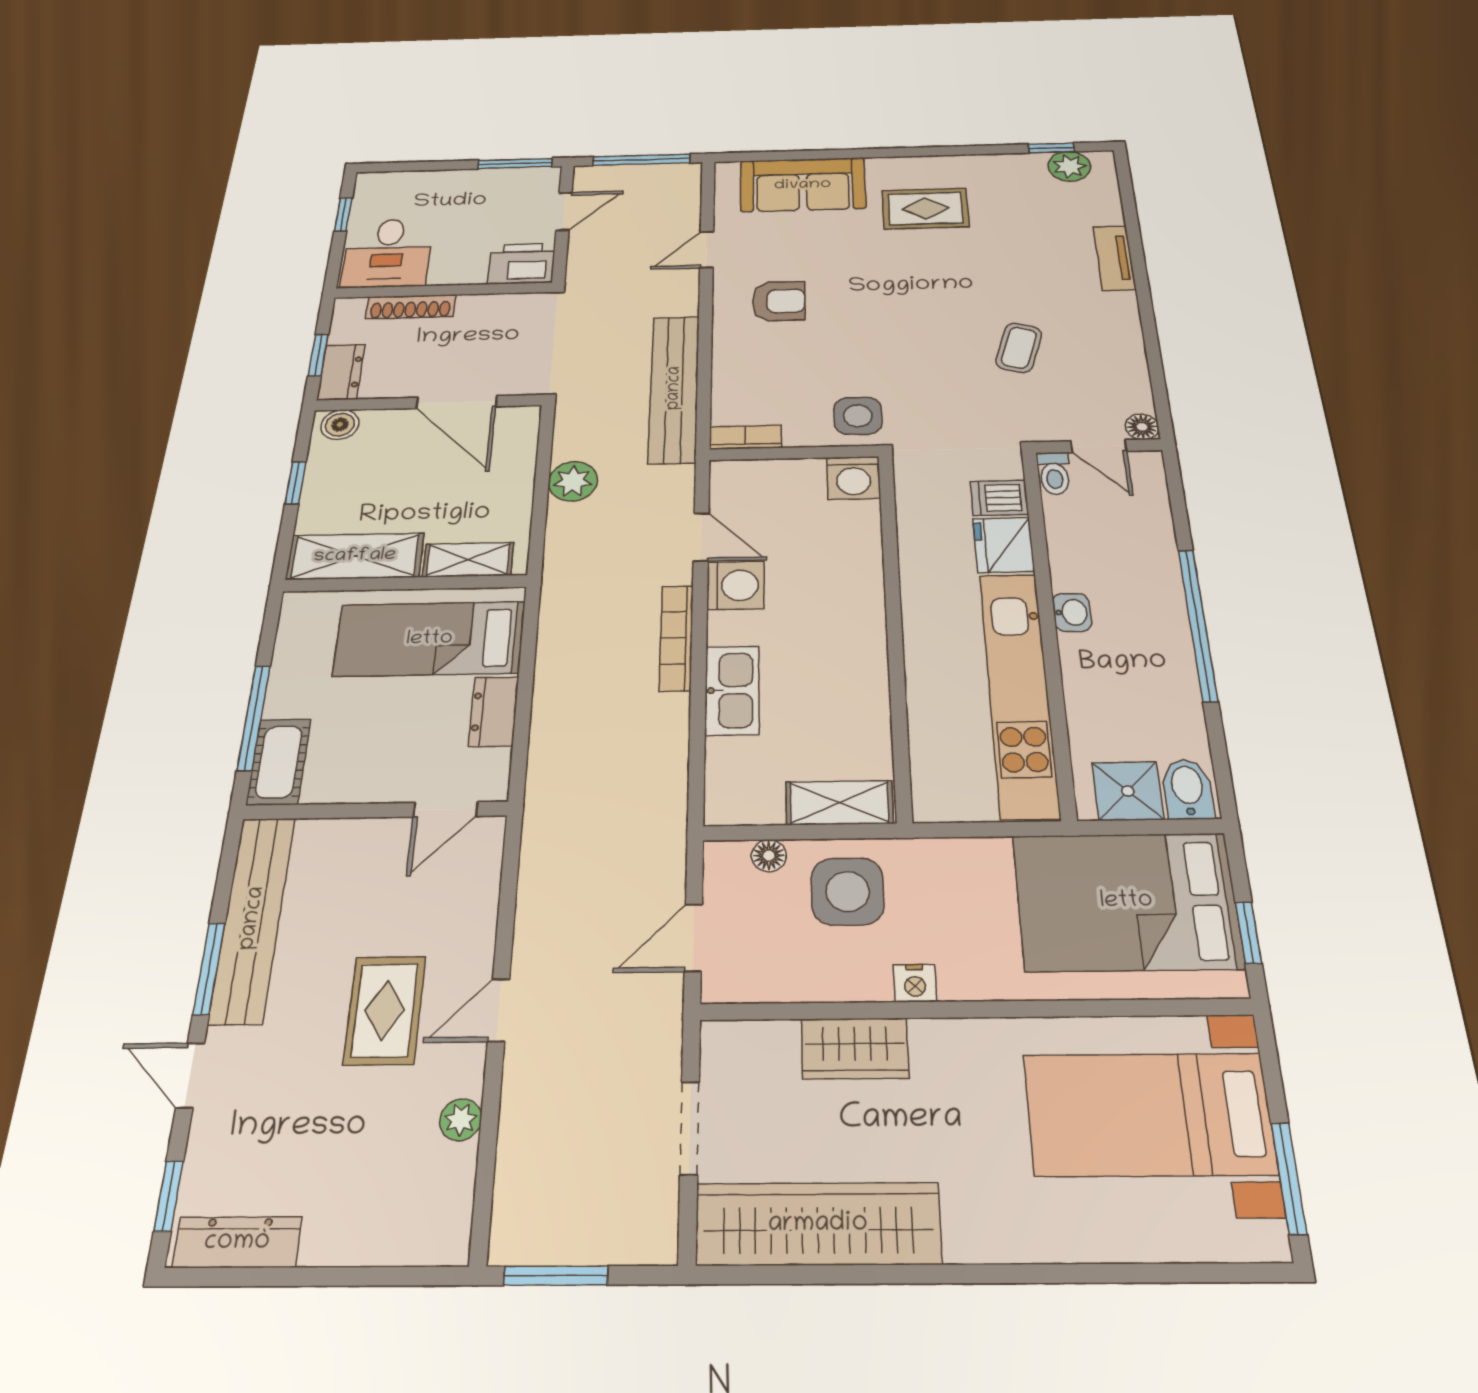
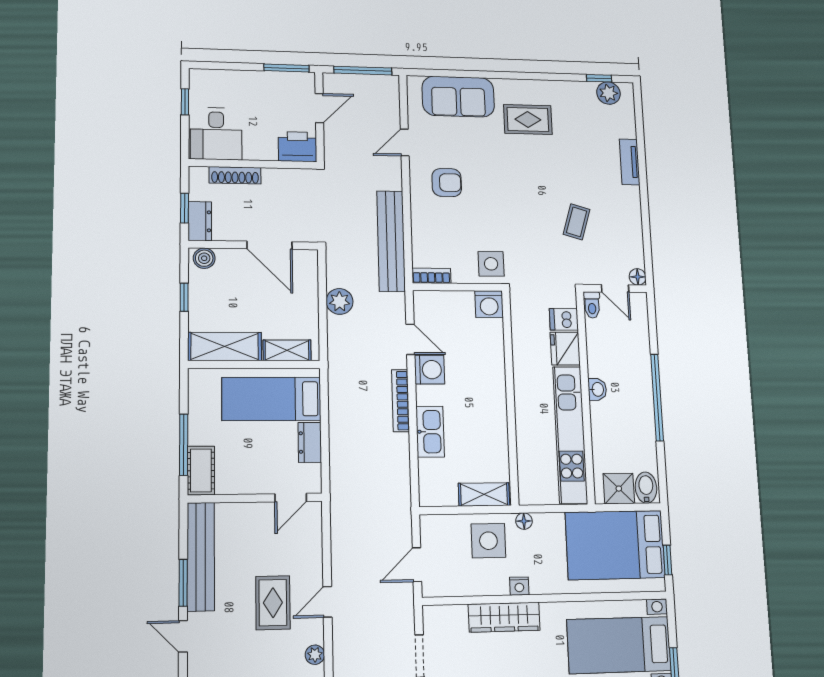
floor lamp: (769, 856) -> (524, 521), moved
wardrobe: (855, 1048) -> (504, 617), width x1.50

